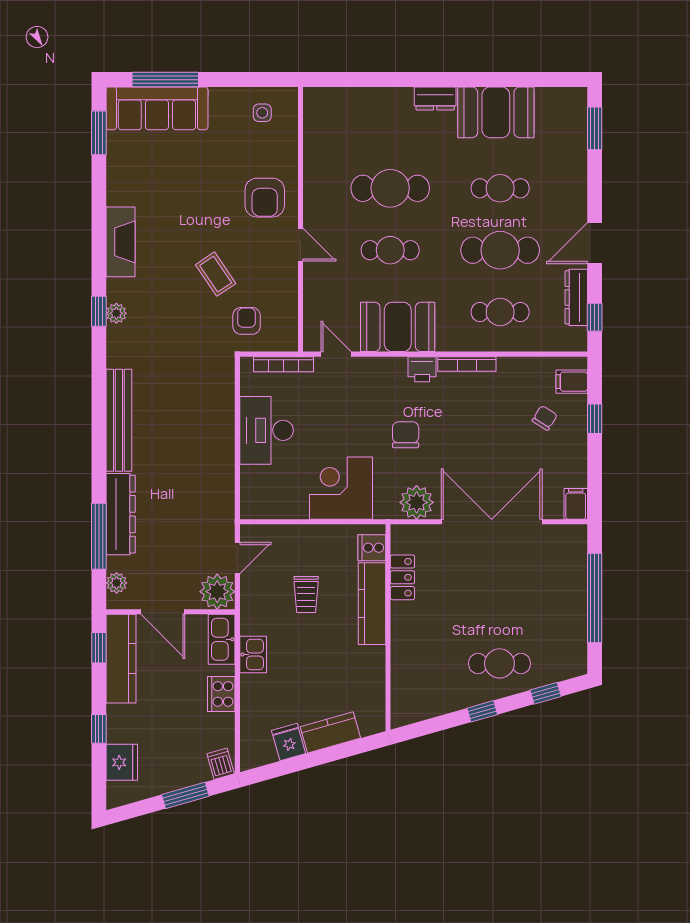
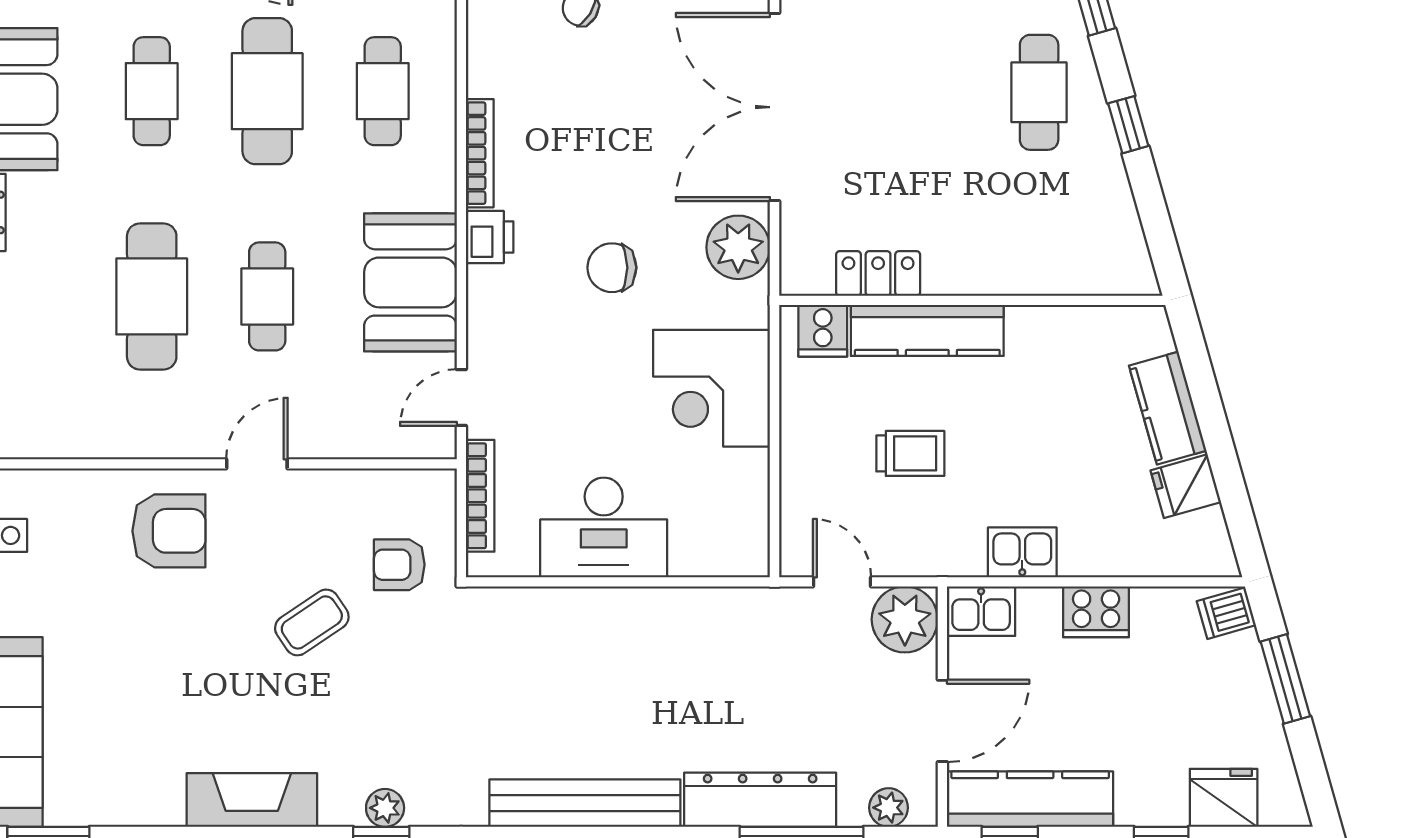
kitchen sink: (222, 639) -> (981, 611), width x0.73

